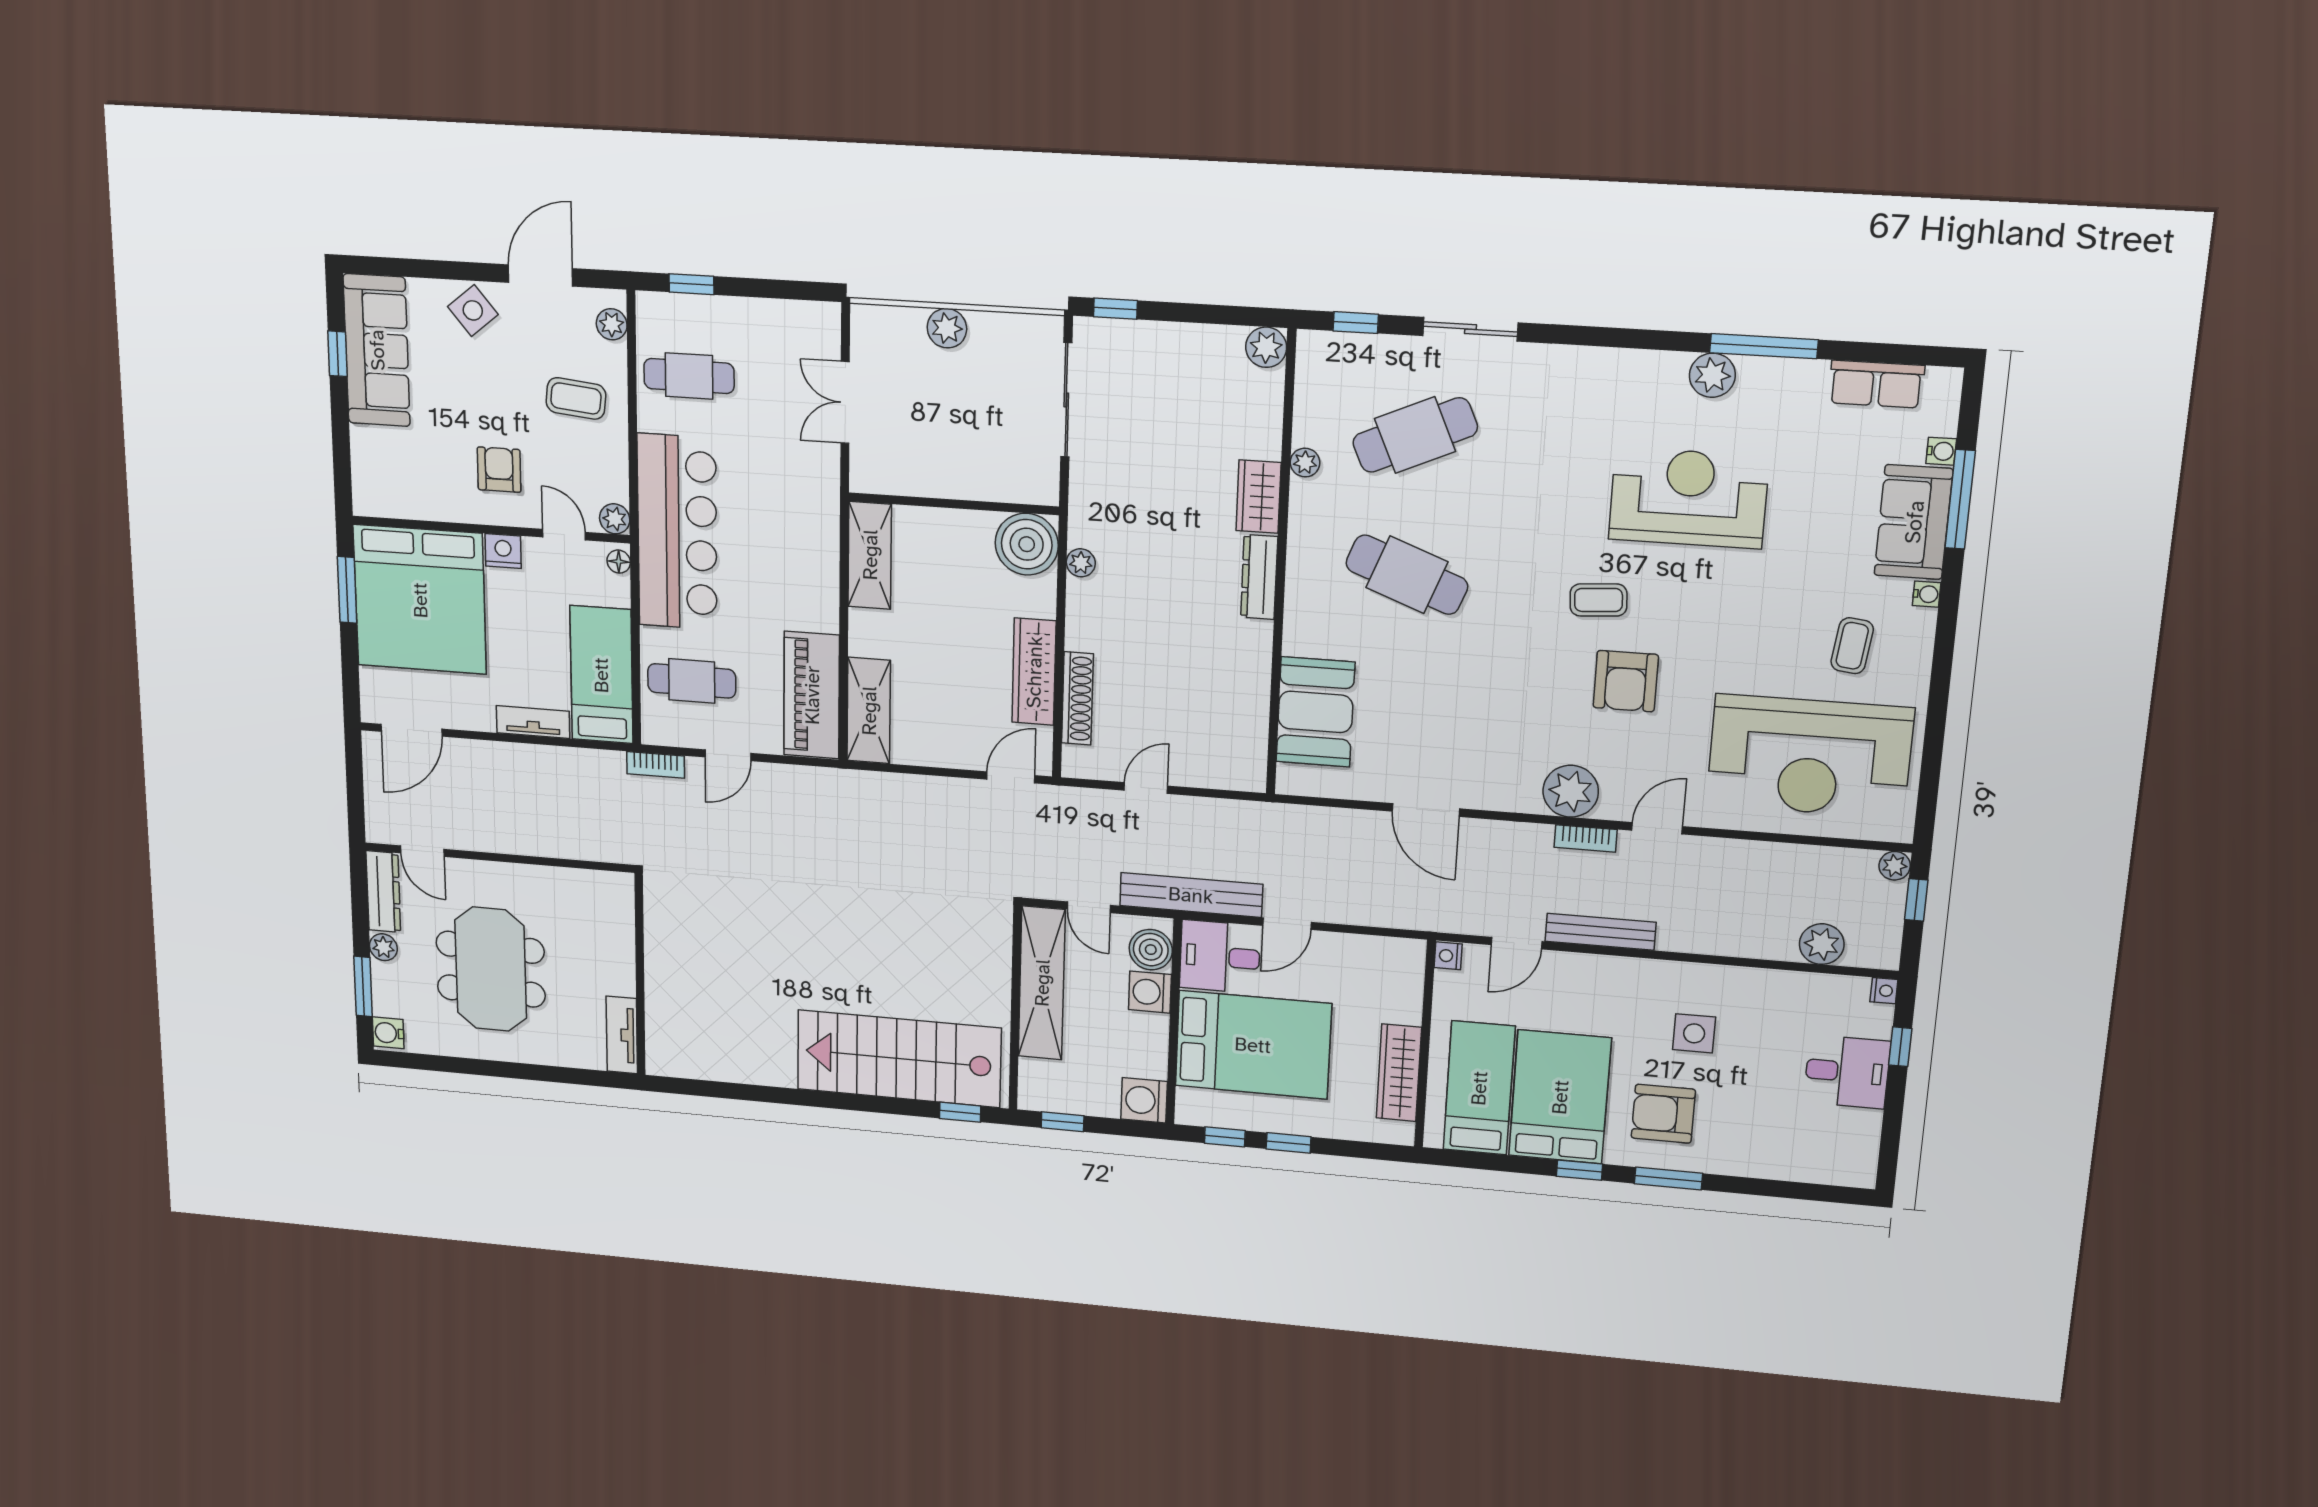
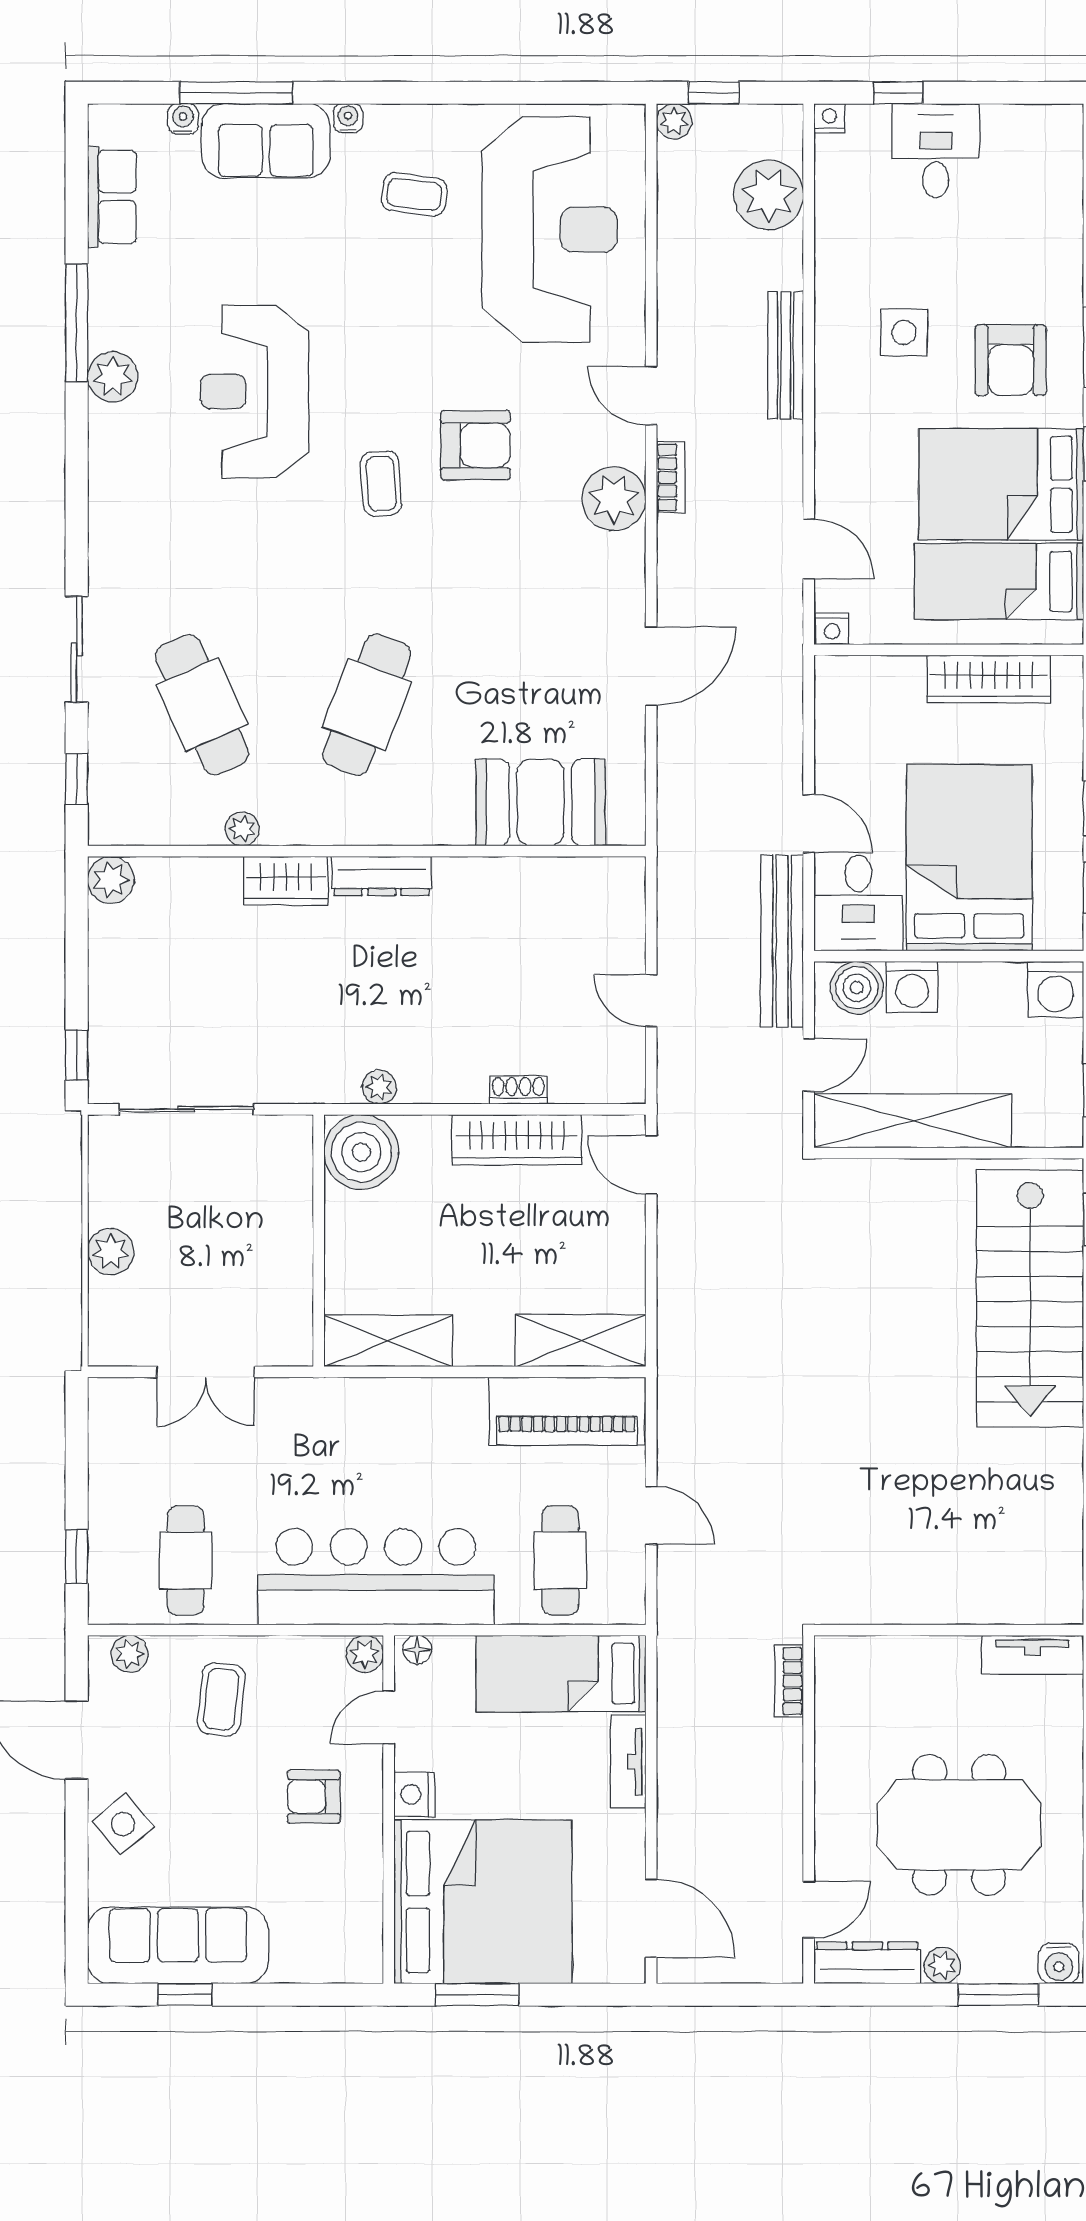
shoe rack: (1077, 698) -> (518, 1090), width x0.51, depth x0.81
bookcase: (656, 765) -> (789, 1681), moved, turned 180
bench: (1601, 932) -> (786, 355), moved
plant: (1822, 944) -> (769, 195), width x1.36, depth x1.36

